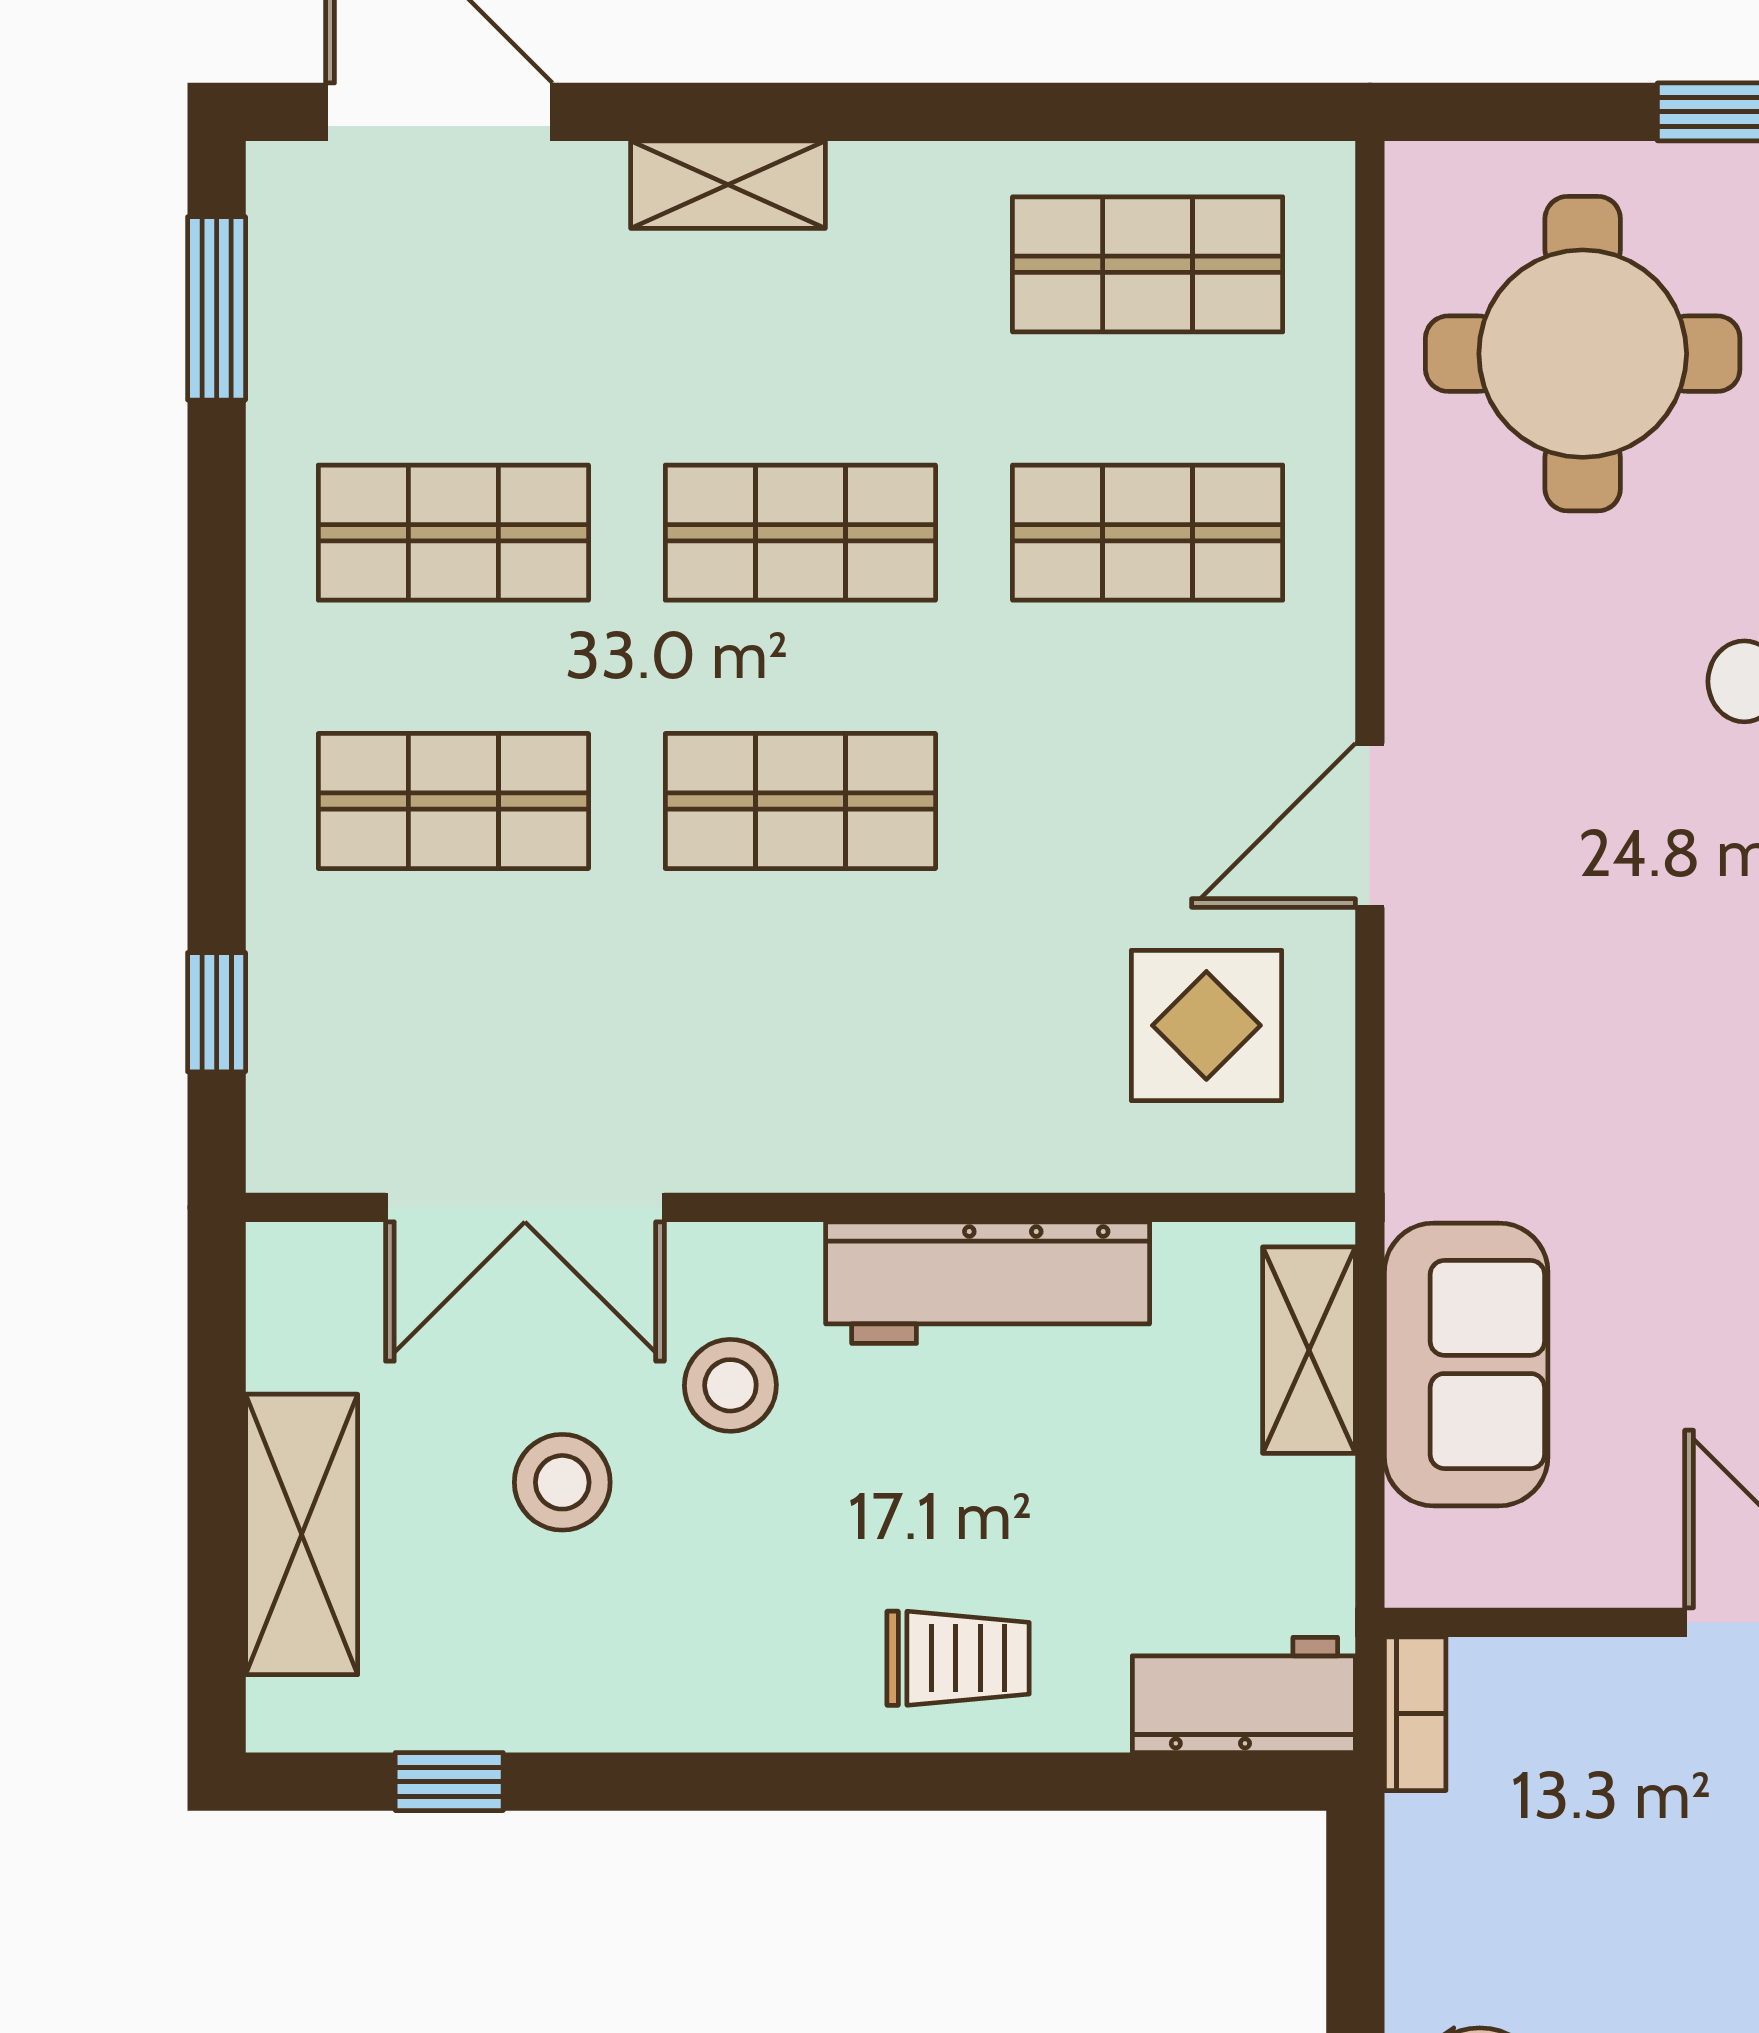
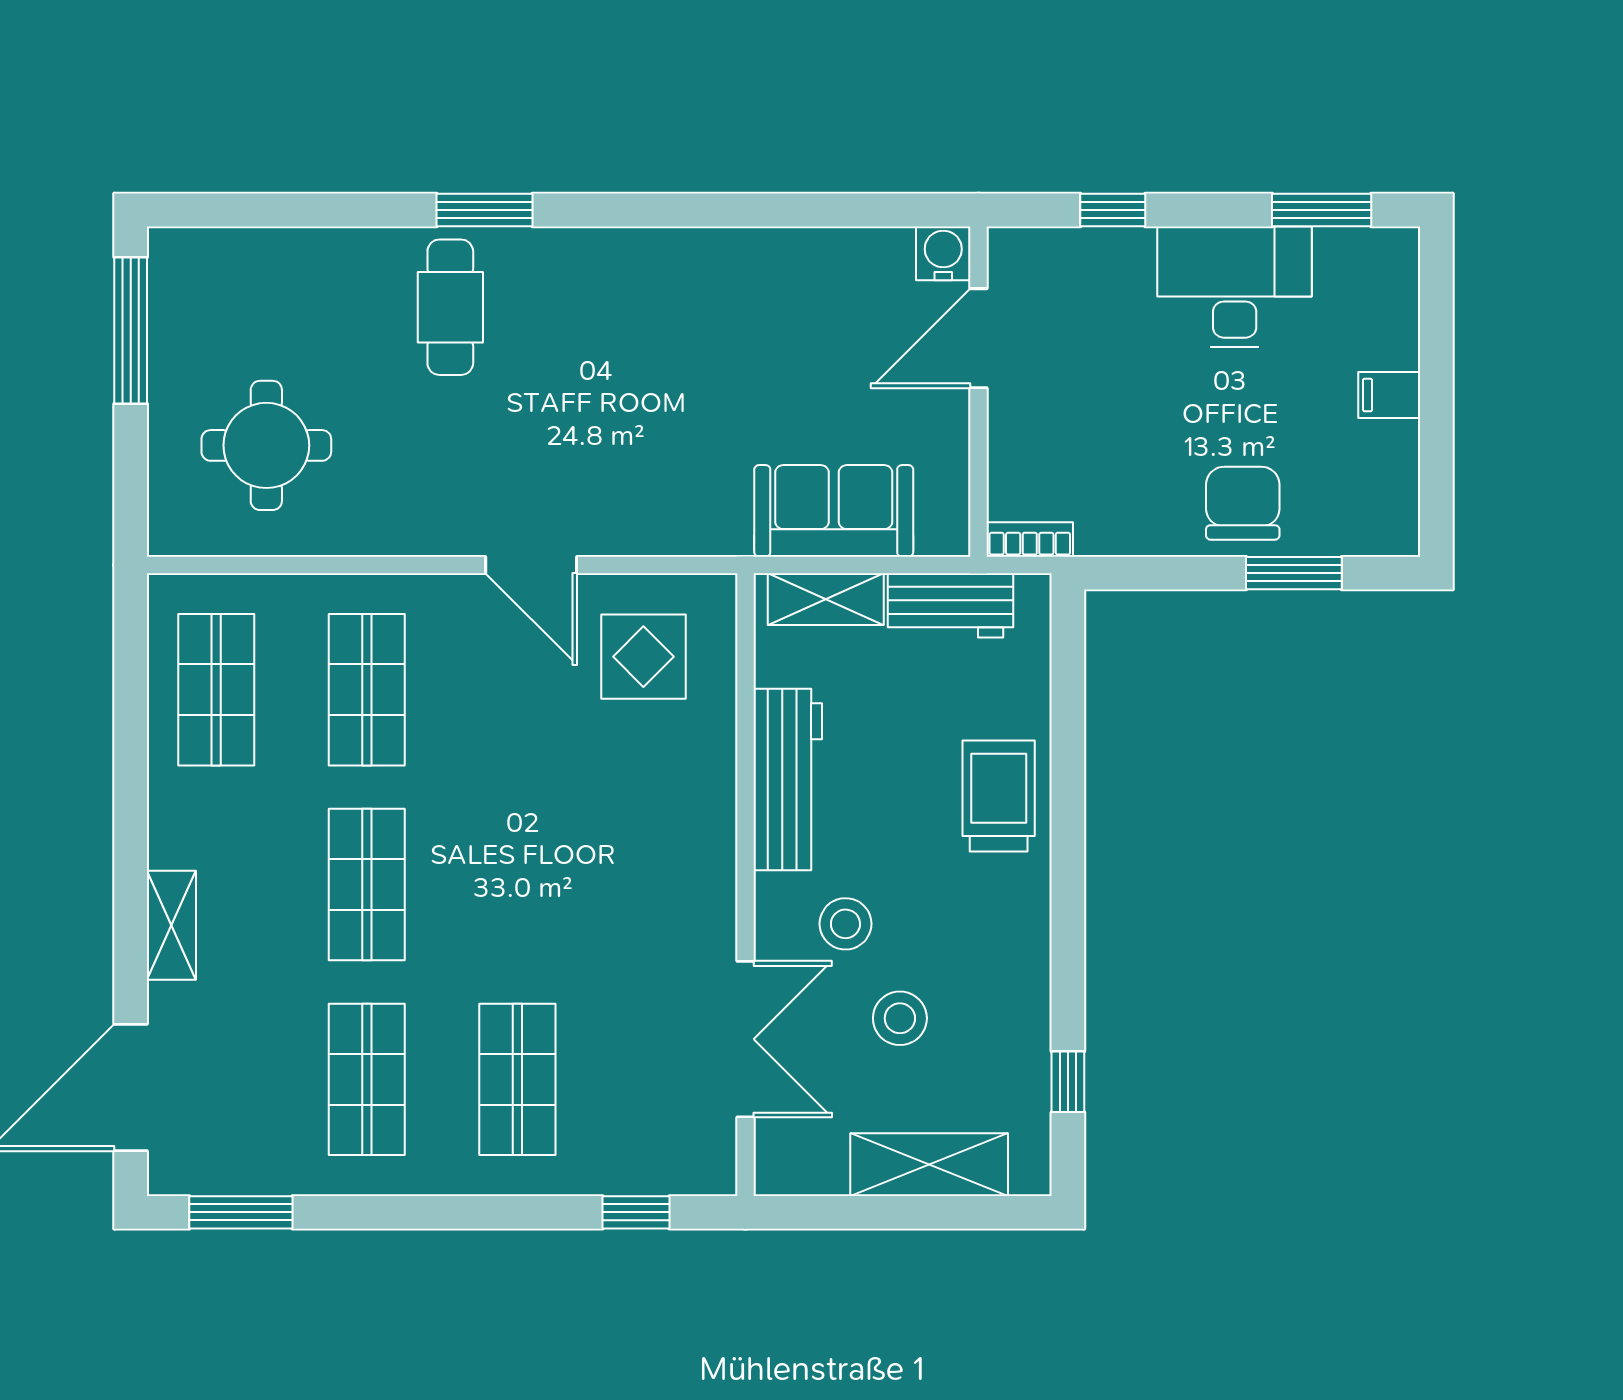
round table: (1583, 354) -> (266, 445), width x0.73, depth x0.73
shop shelf: (800, 801) -> (517, 885), removed
trolley: (958, 1658) -> (999, 796), width x1.36, depth x1.39
workbench: (1244, 1695) -> (951, 605), moved, turned -90

